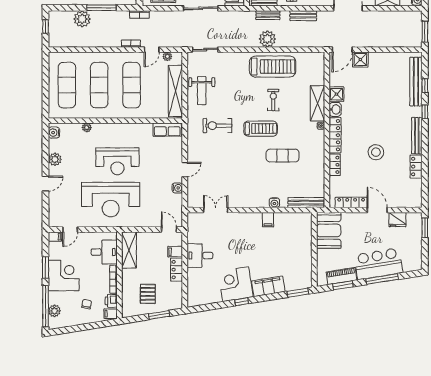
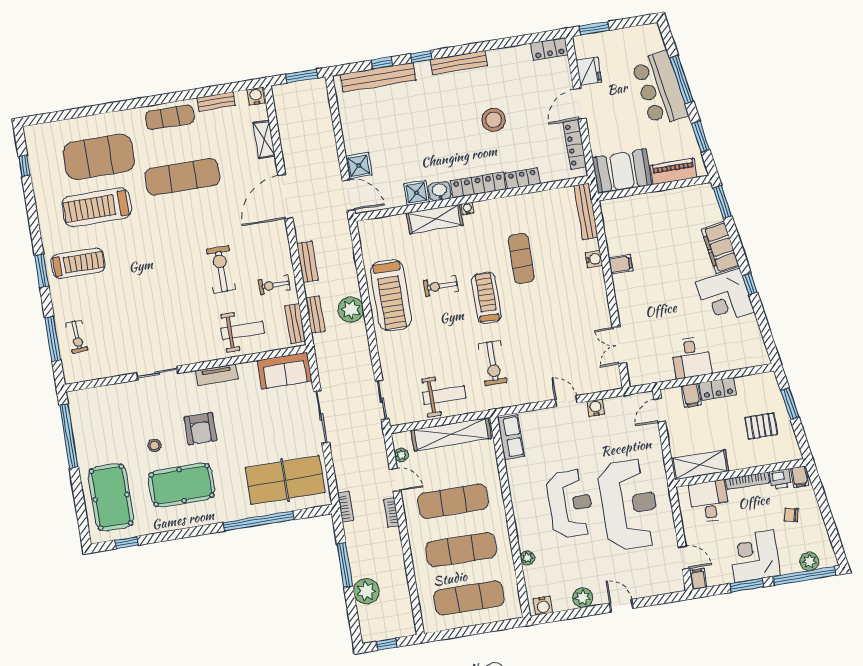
treadmill: (273, 67) -> (391, 295), turned 180
locker: (416, 167) -> (549, 49), moved
piano: (341, 276) -> (673, 171), moved, turned 99

